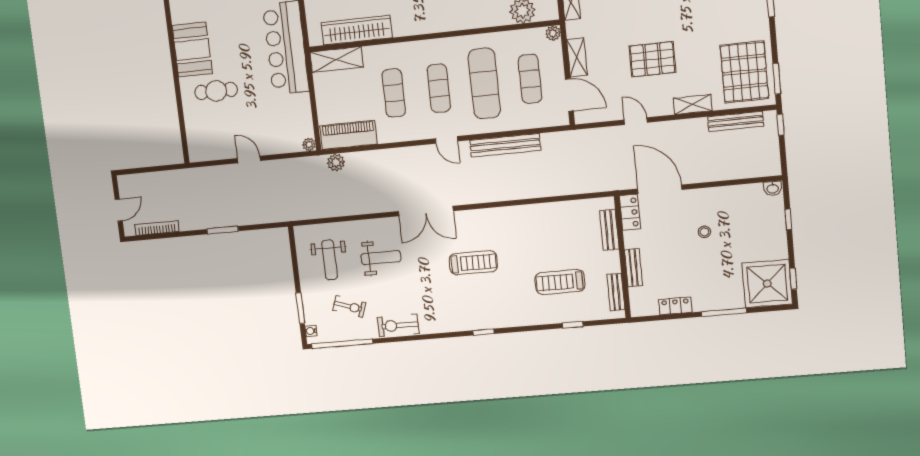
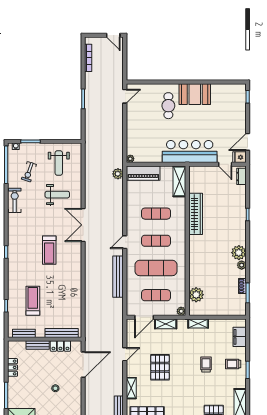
wardrobe: (357, 30) -> (196, 214), moved
piano: (349, 135) -> (143, 173), moved, turned 90
door: (249, 160) -> (125, 96), moved
door: (119, 210) -> (113, 35), moved
locker: (630, 212) -> (60, 346), moved
bench: (609, 230) -> (62, 333), width x1.36
weight bench: (381, 258) -> (57, 195), turned -90
weight bench: (330, 260) -> (59, 163), turned -90

